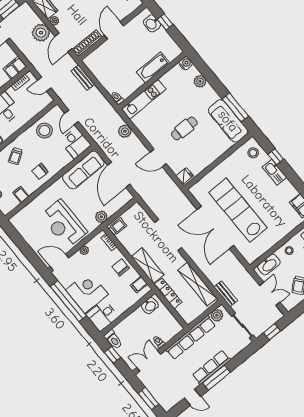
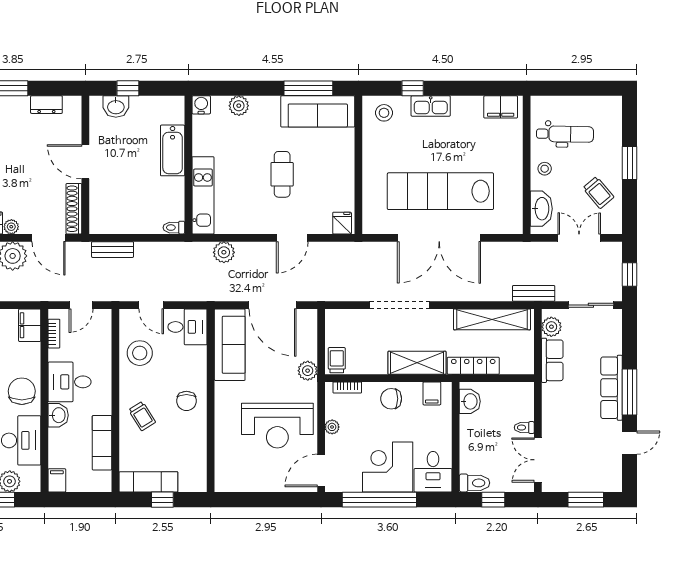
filing cabinet: (21, 194) -> (196, 449), removed
row of seats: (191, 337) -> (552, 360), width x0.50

